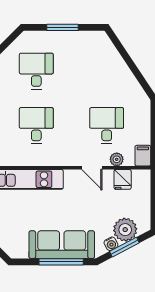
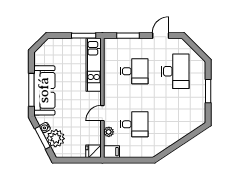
desk: (36, 71) -> (175, 71), width x1.37
fridge: (123, 179) -> (94, 151), moved

